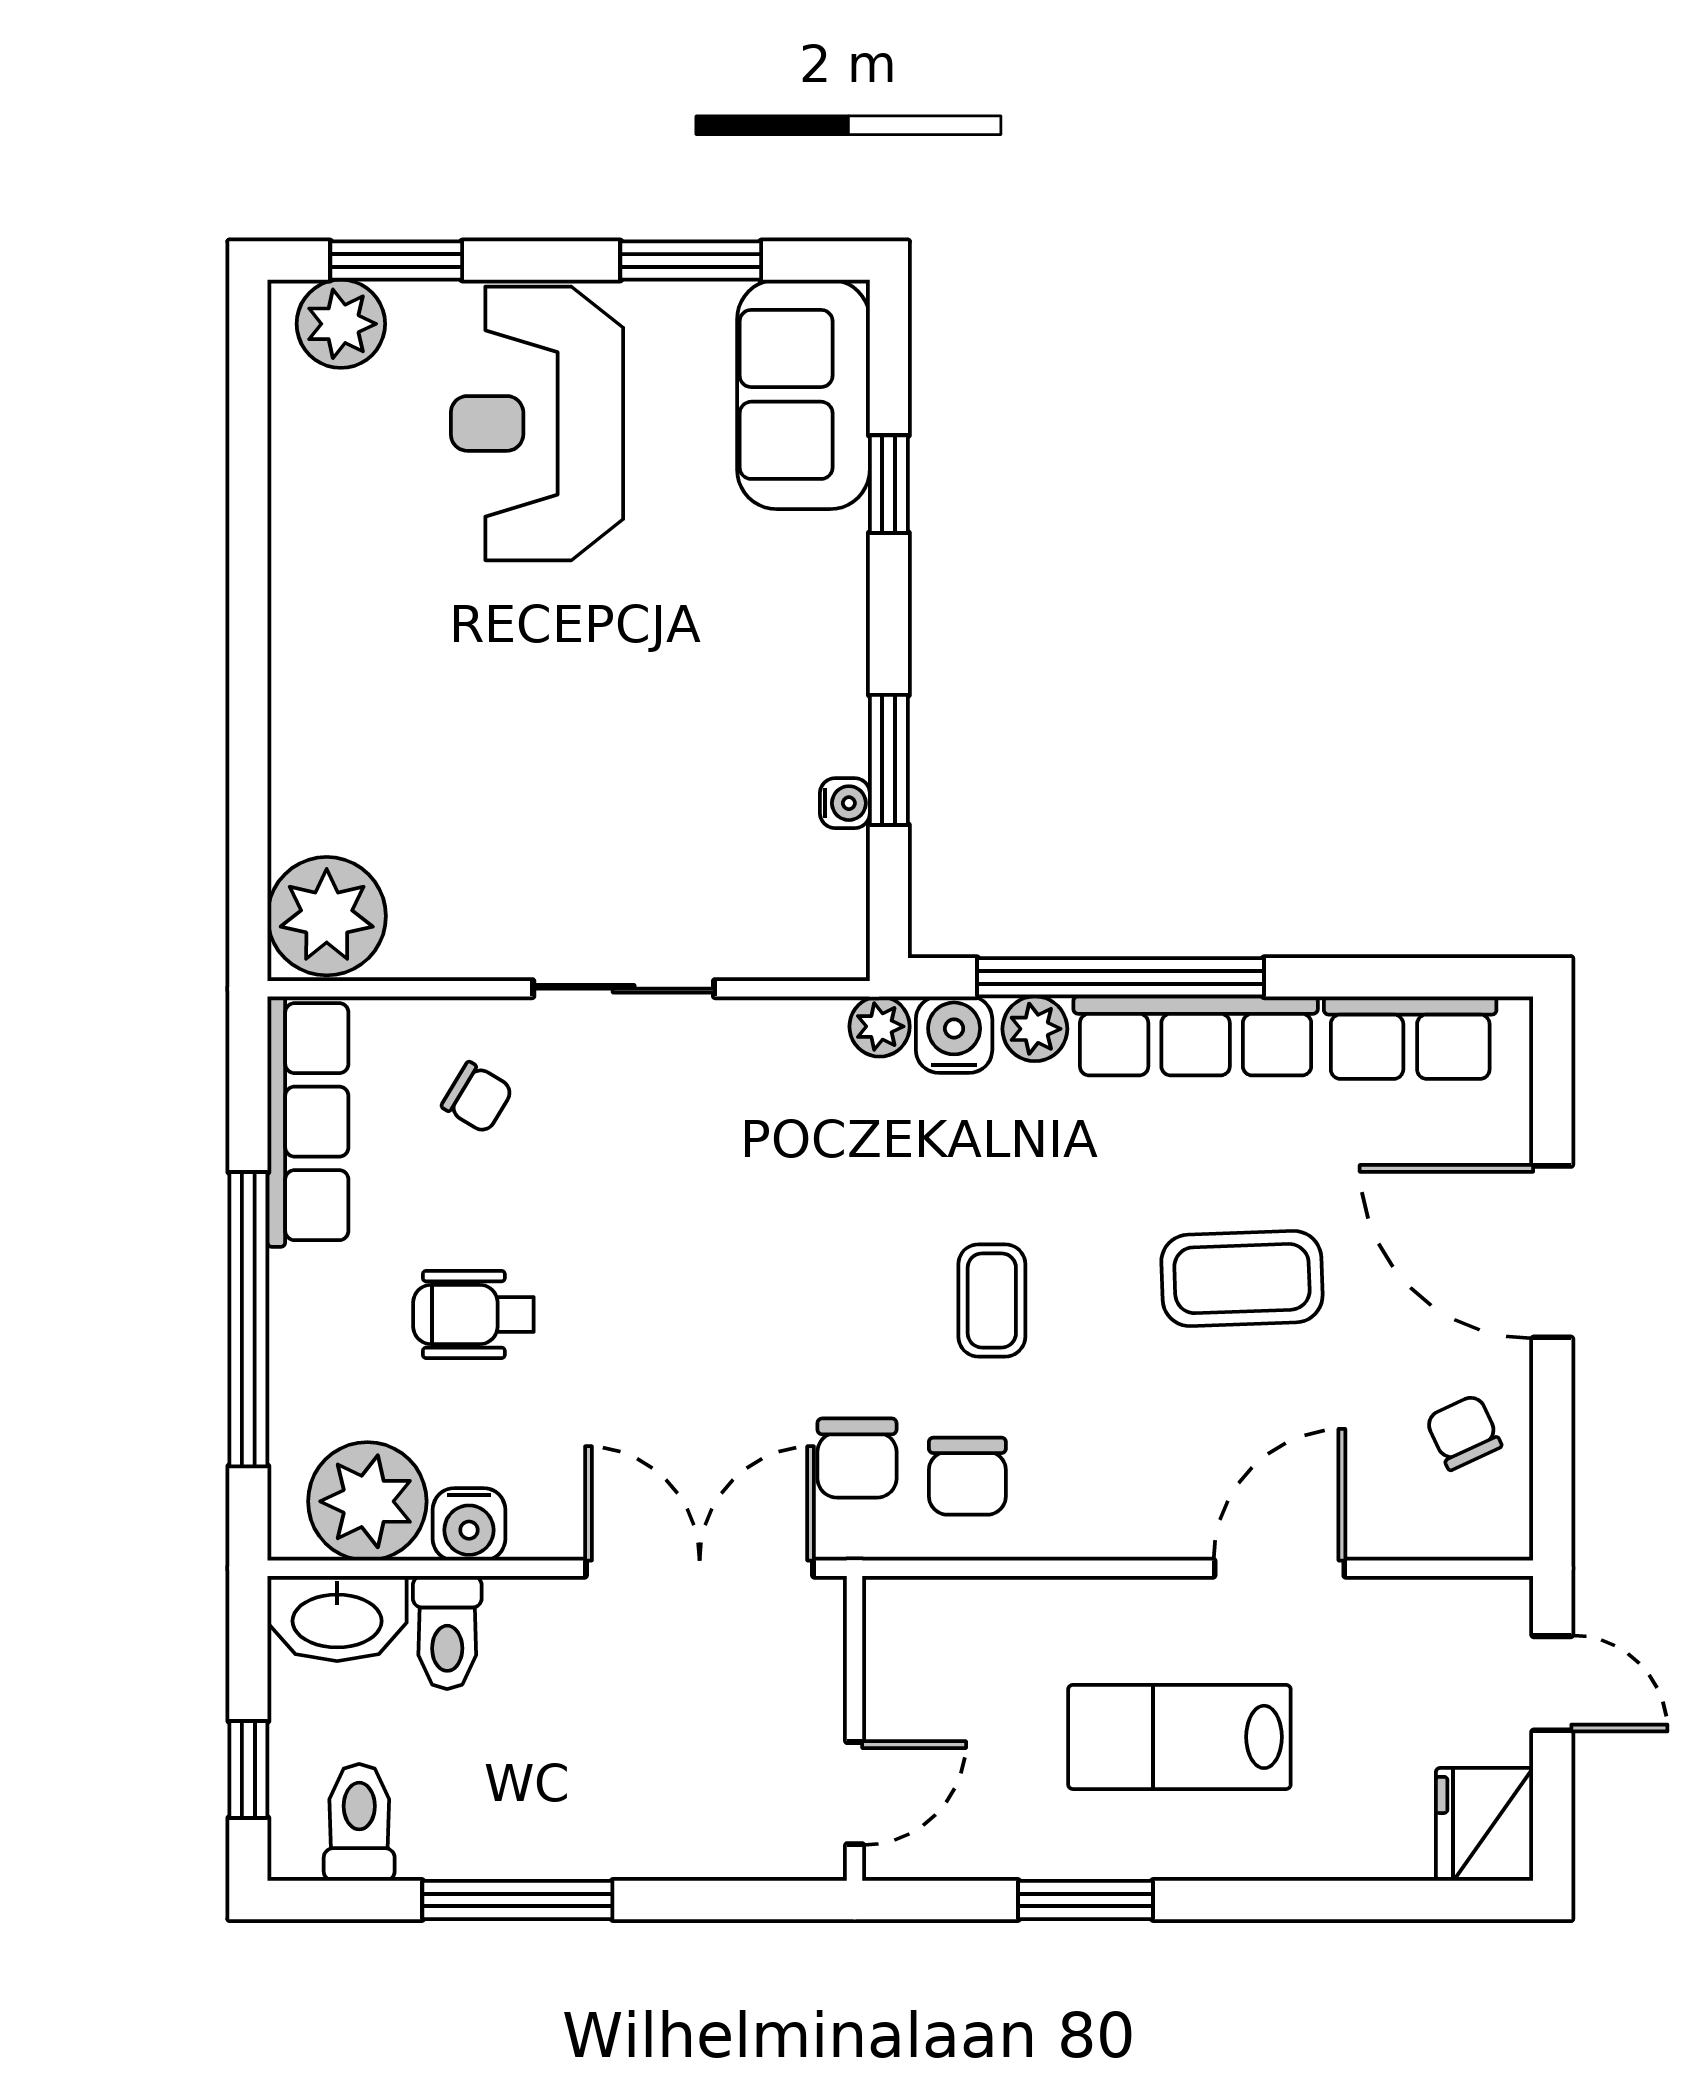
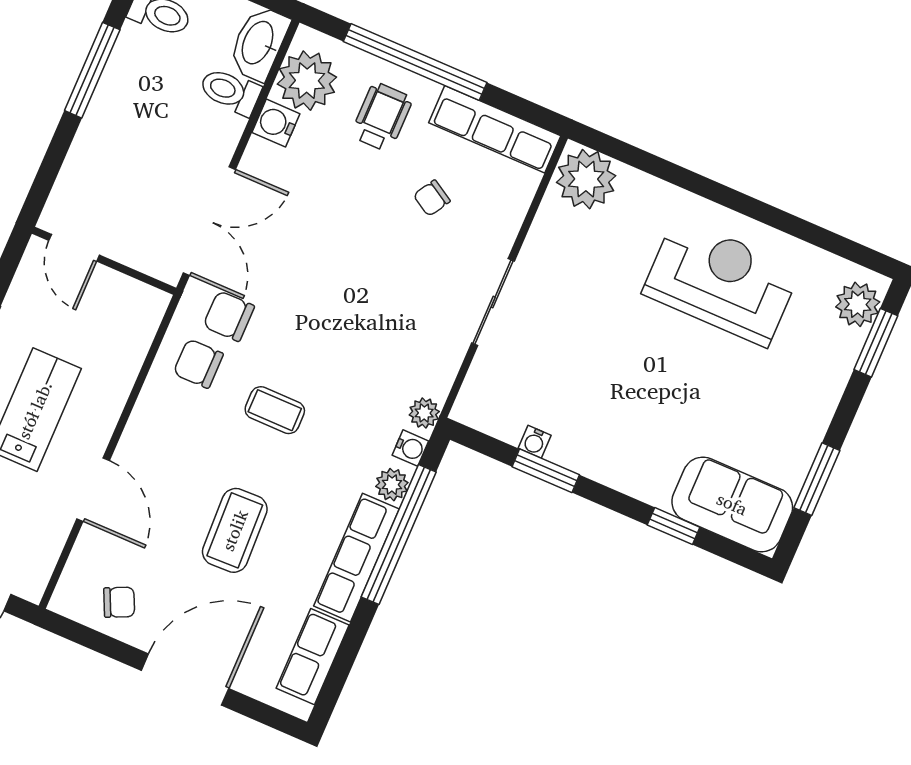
reception desk: (537, 423) -> (721, 282), moved
water cooler: (954, 1035) -> (410, 448), width x0.72, depth x0.72
chair: (477, 1098) -> (432, 198), moved
wheelchair: (473, 1314) -> (382, 117), moved

